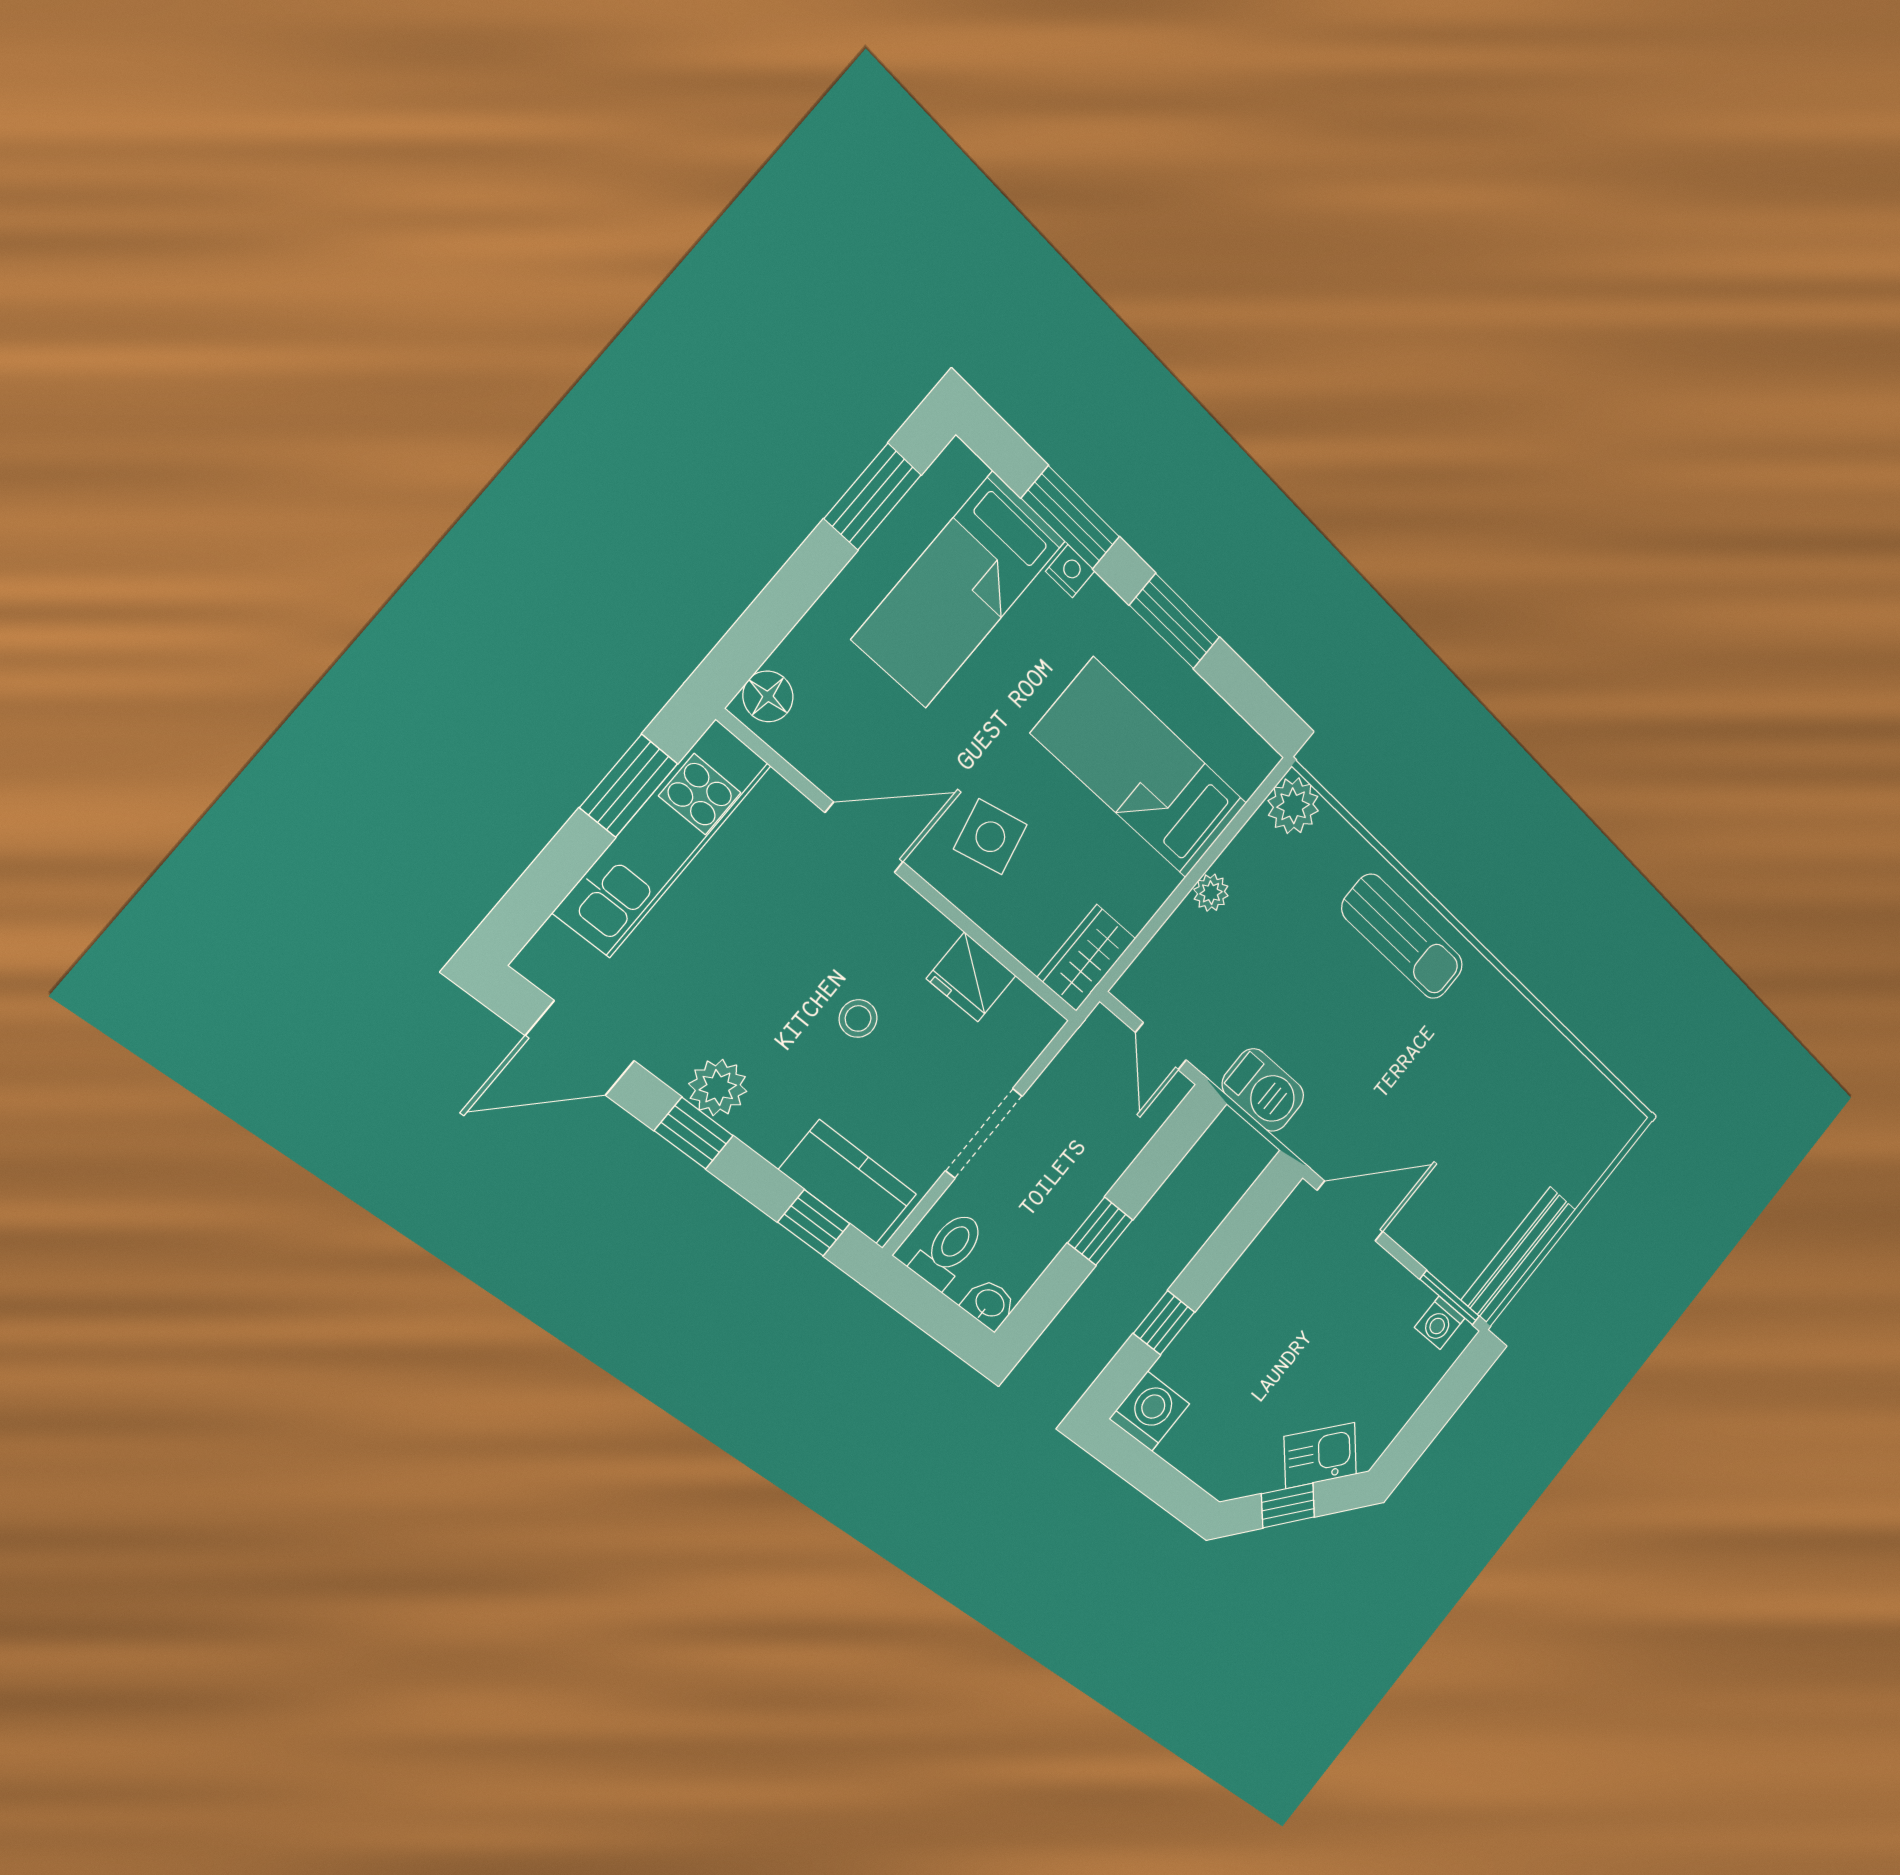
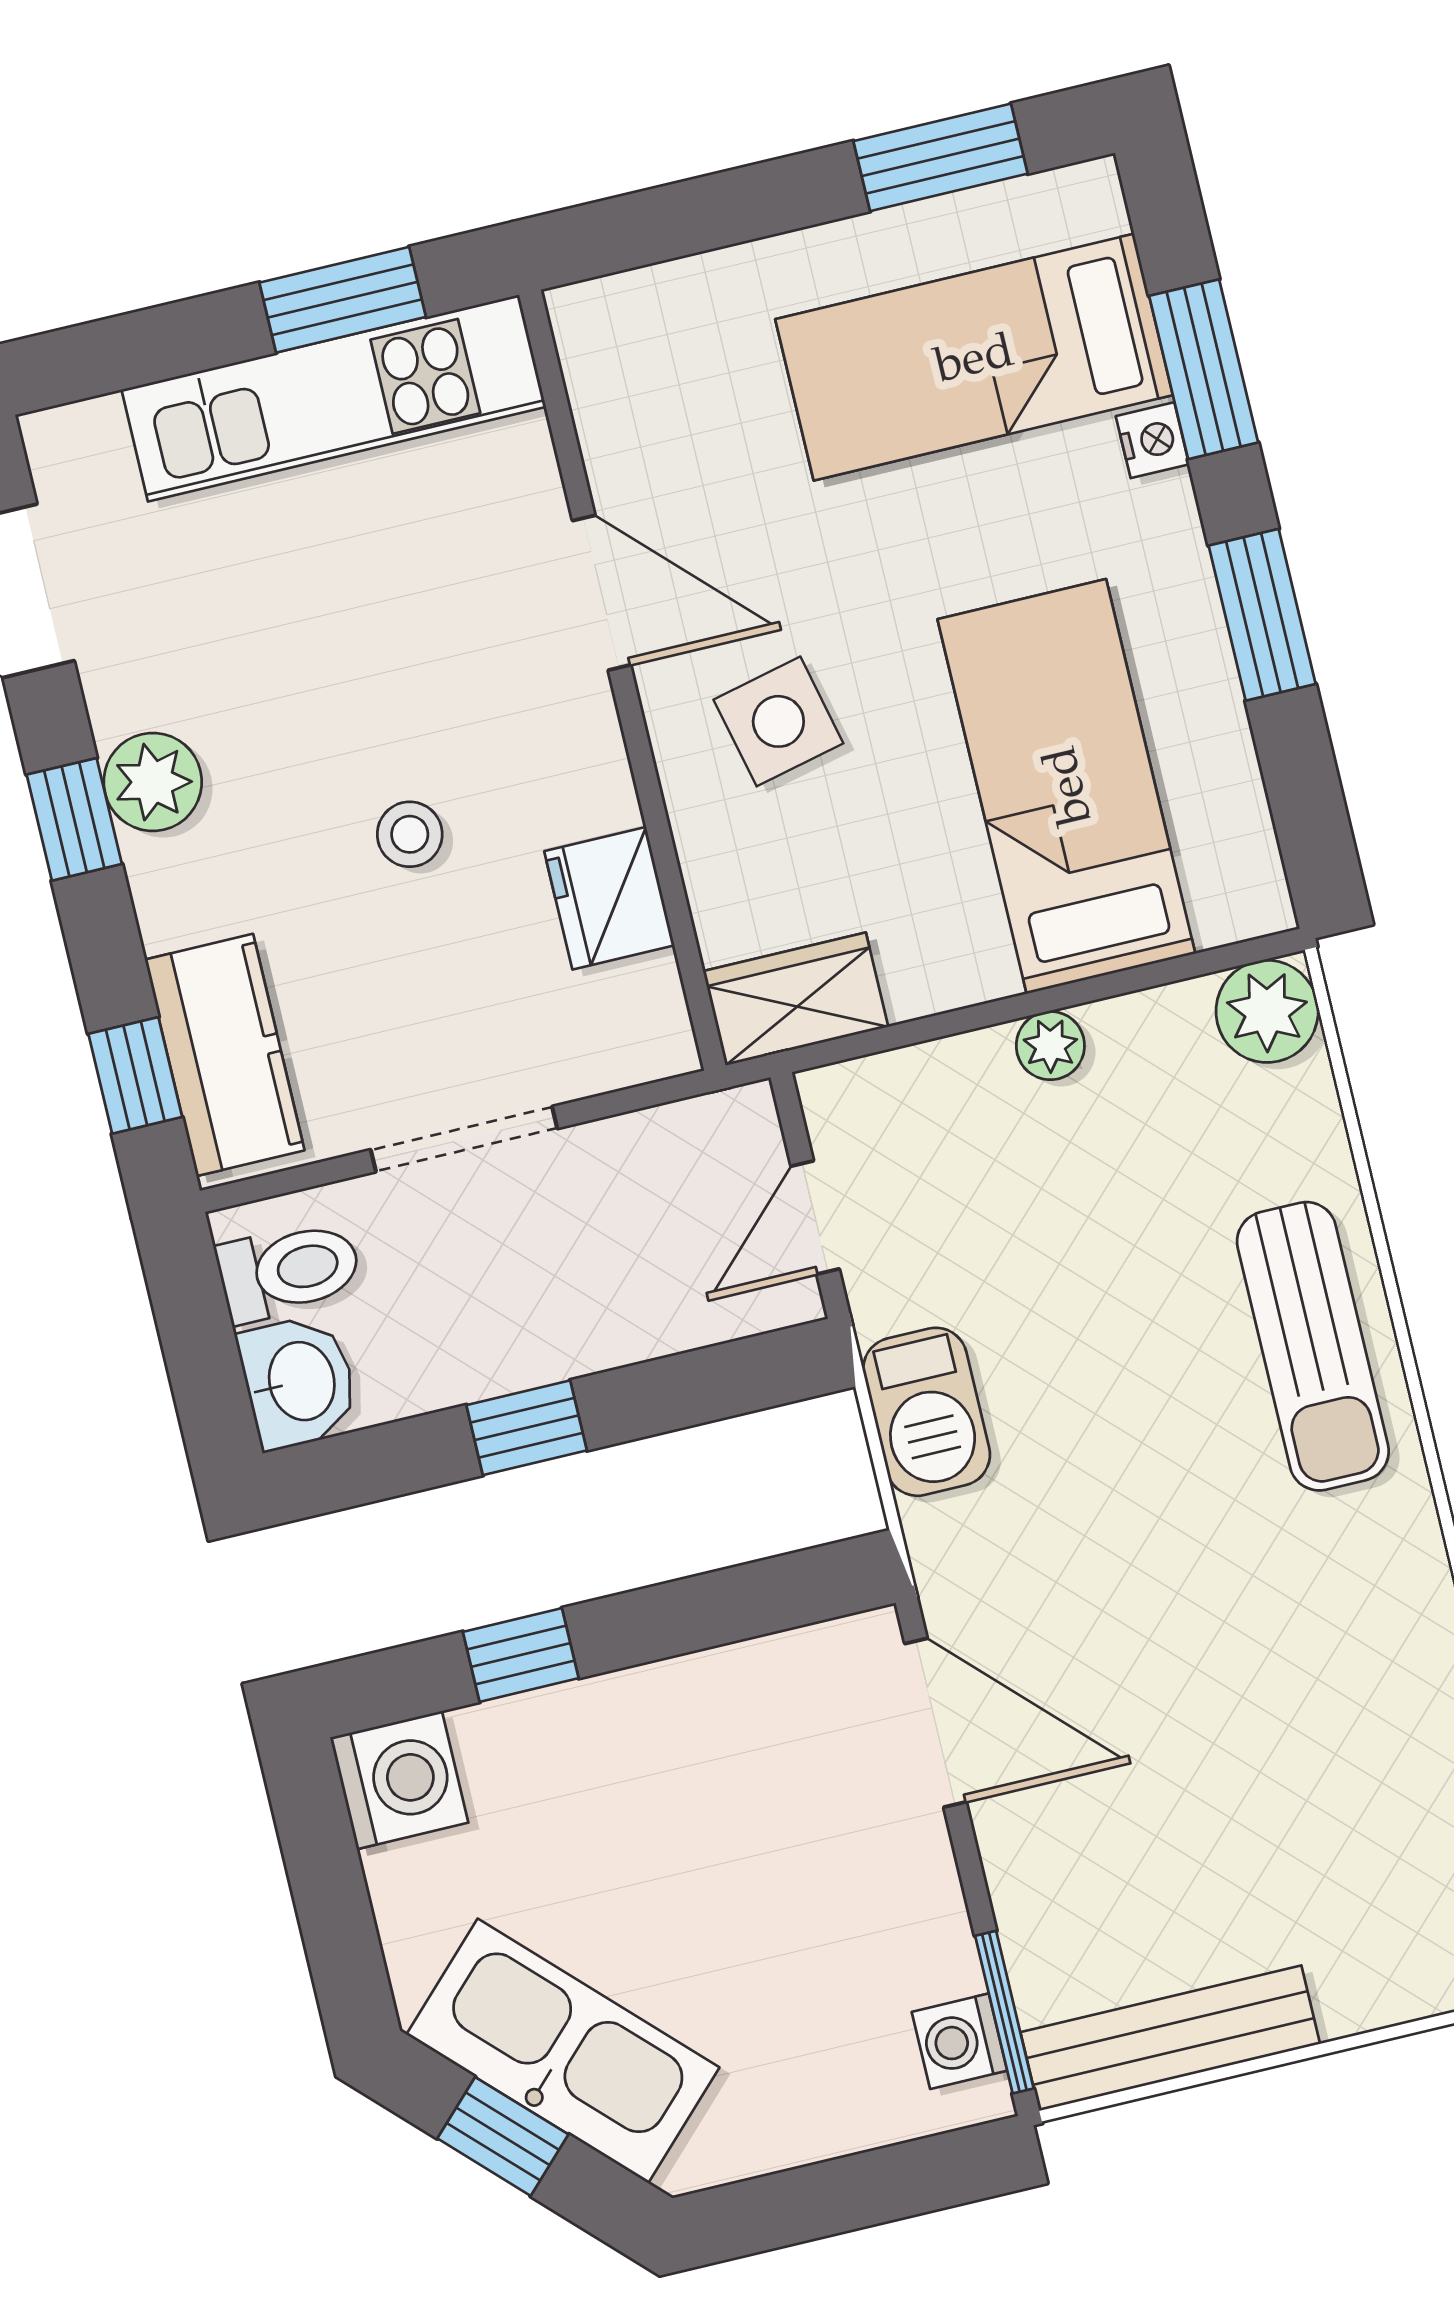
floor lamp: (768, 696) -> (610, 315), removed
washbasin: (989, 1304) -> (299, 1382), width x1.38, depth x1.45
kitchen sink: (1320, 1455) -> (563, 2051), width x1.88, depth x1.24

